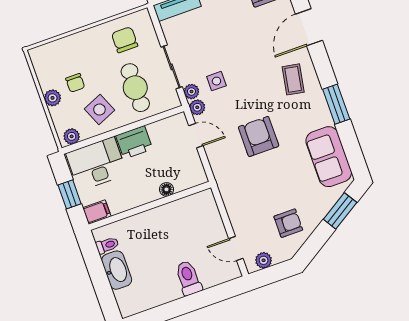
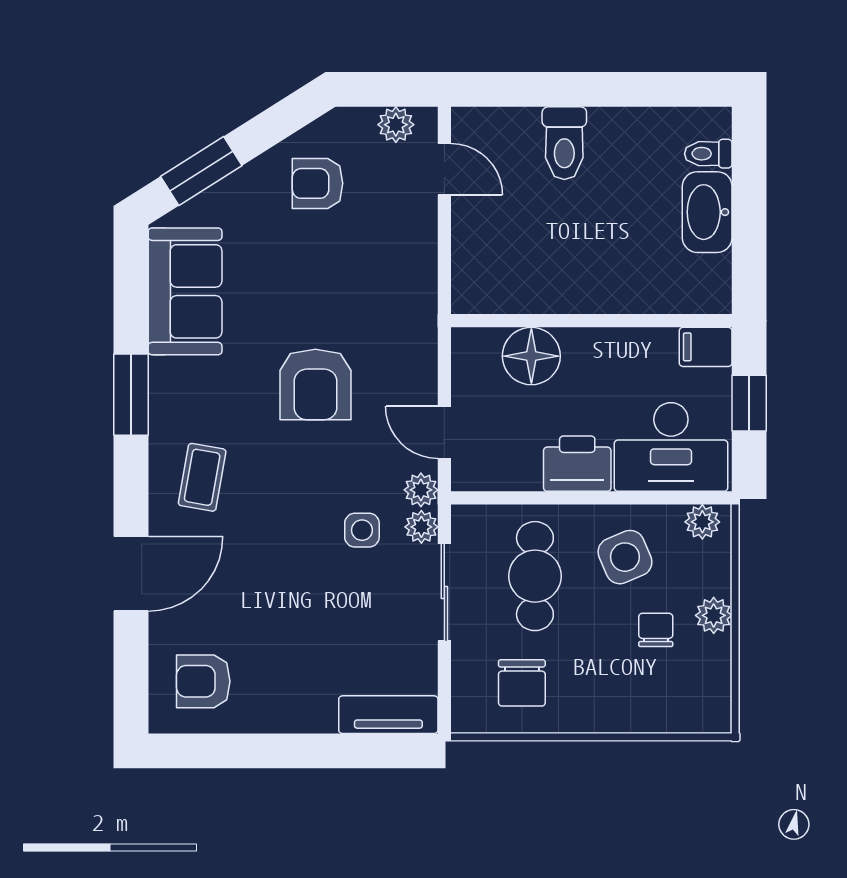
floor lamp: (166, 189) -> (531, 356), width x1.89, depth x1.89
toilet: (107, 245) -> (708, 154), moved

